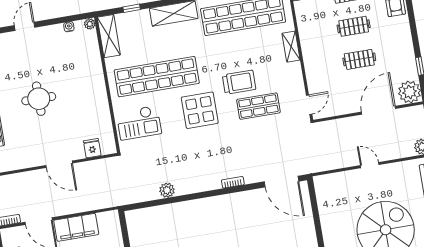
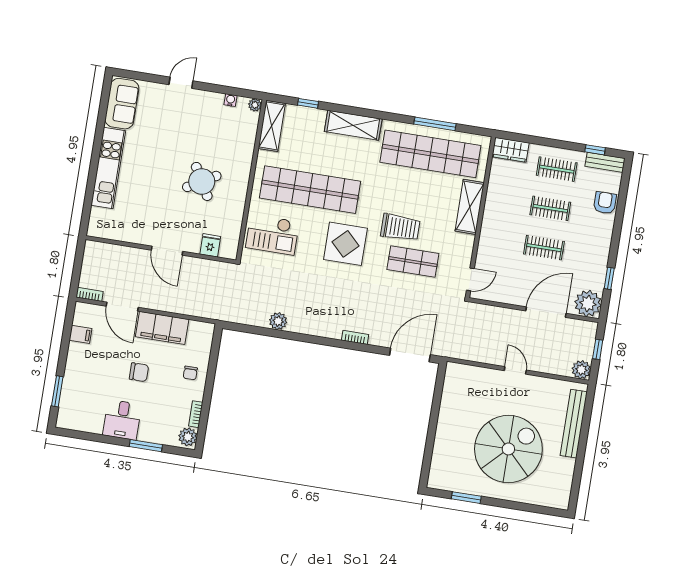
shelving: (291, 47) -> (470, 207), width x1.50, depth x1.33
round table: (39, 99) -> (202, 181), moved, turned -30
door: (281, 182) -> (410, 355), swing flipped

